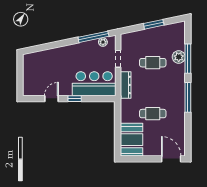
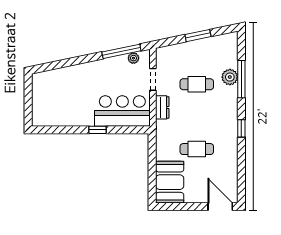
dresser: (126, 85) -> (162, 107), width x0.70
window: (188, 97) -> (241, 128), width x0.46
door: (51, 99) -> (68, 130), removed

